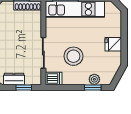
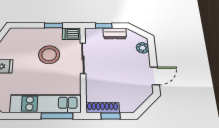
plant: (94, 79) -> (27, 33), removed
window: (93, 88) -> (53, 25), moved

